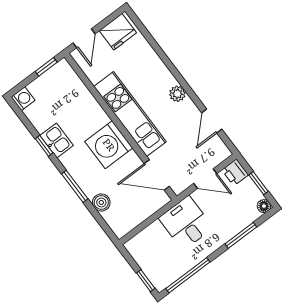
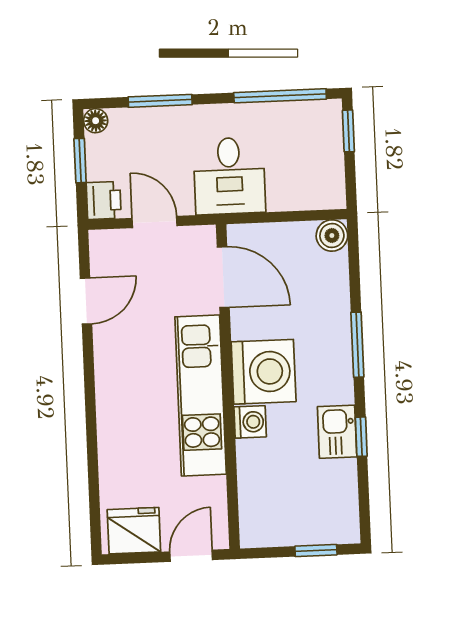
window: (46, 67) -> (316, 551), moved
plant: (177, 94) -> (109, 377), removed
washing machine: (23, 99) -> (250, 422), moved, turned 180
boiler: (101, 202) -> (332, 235), moved

